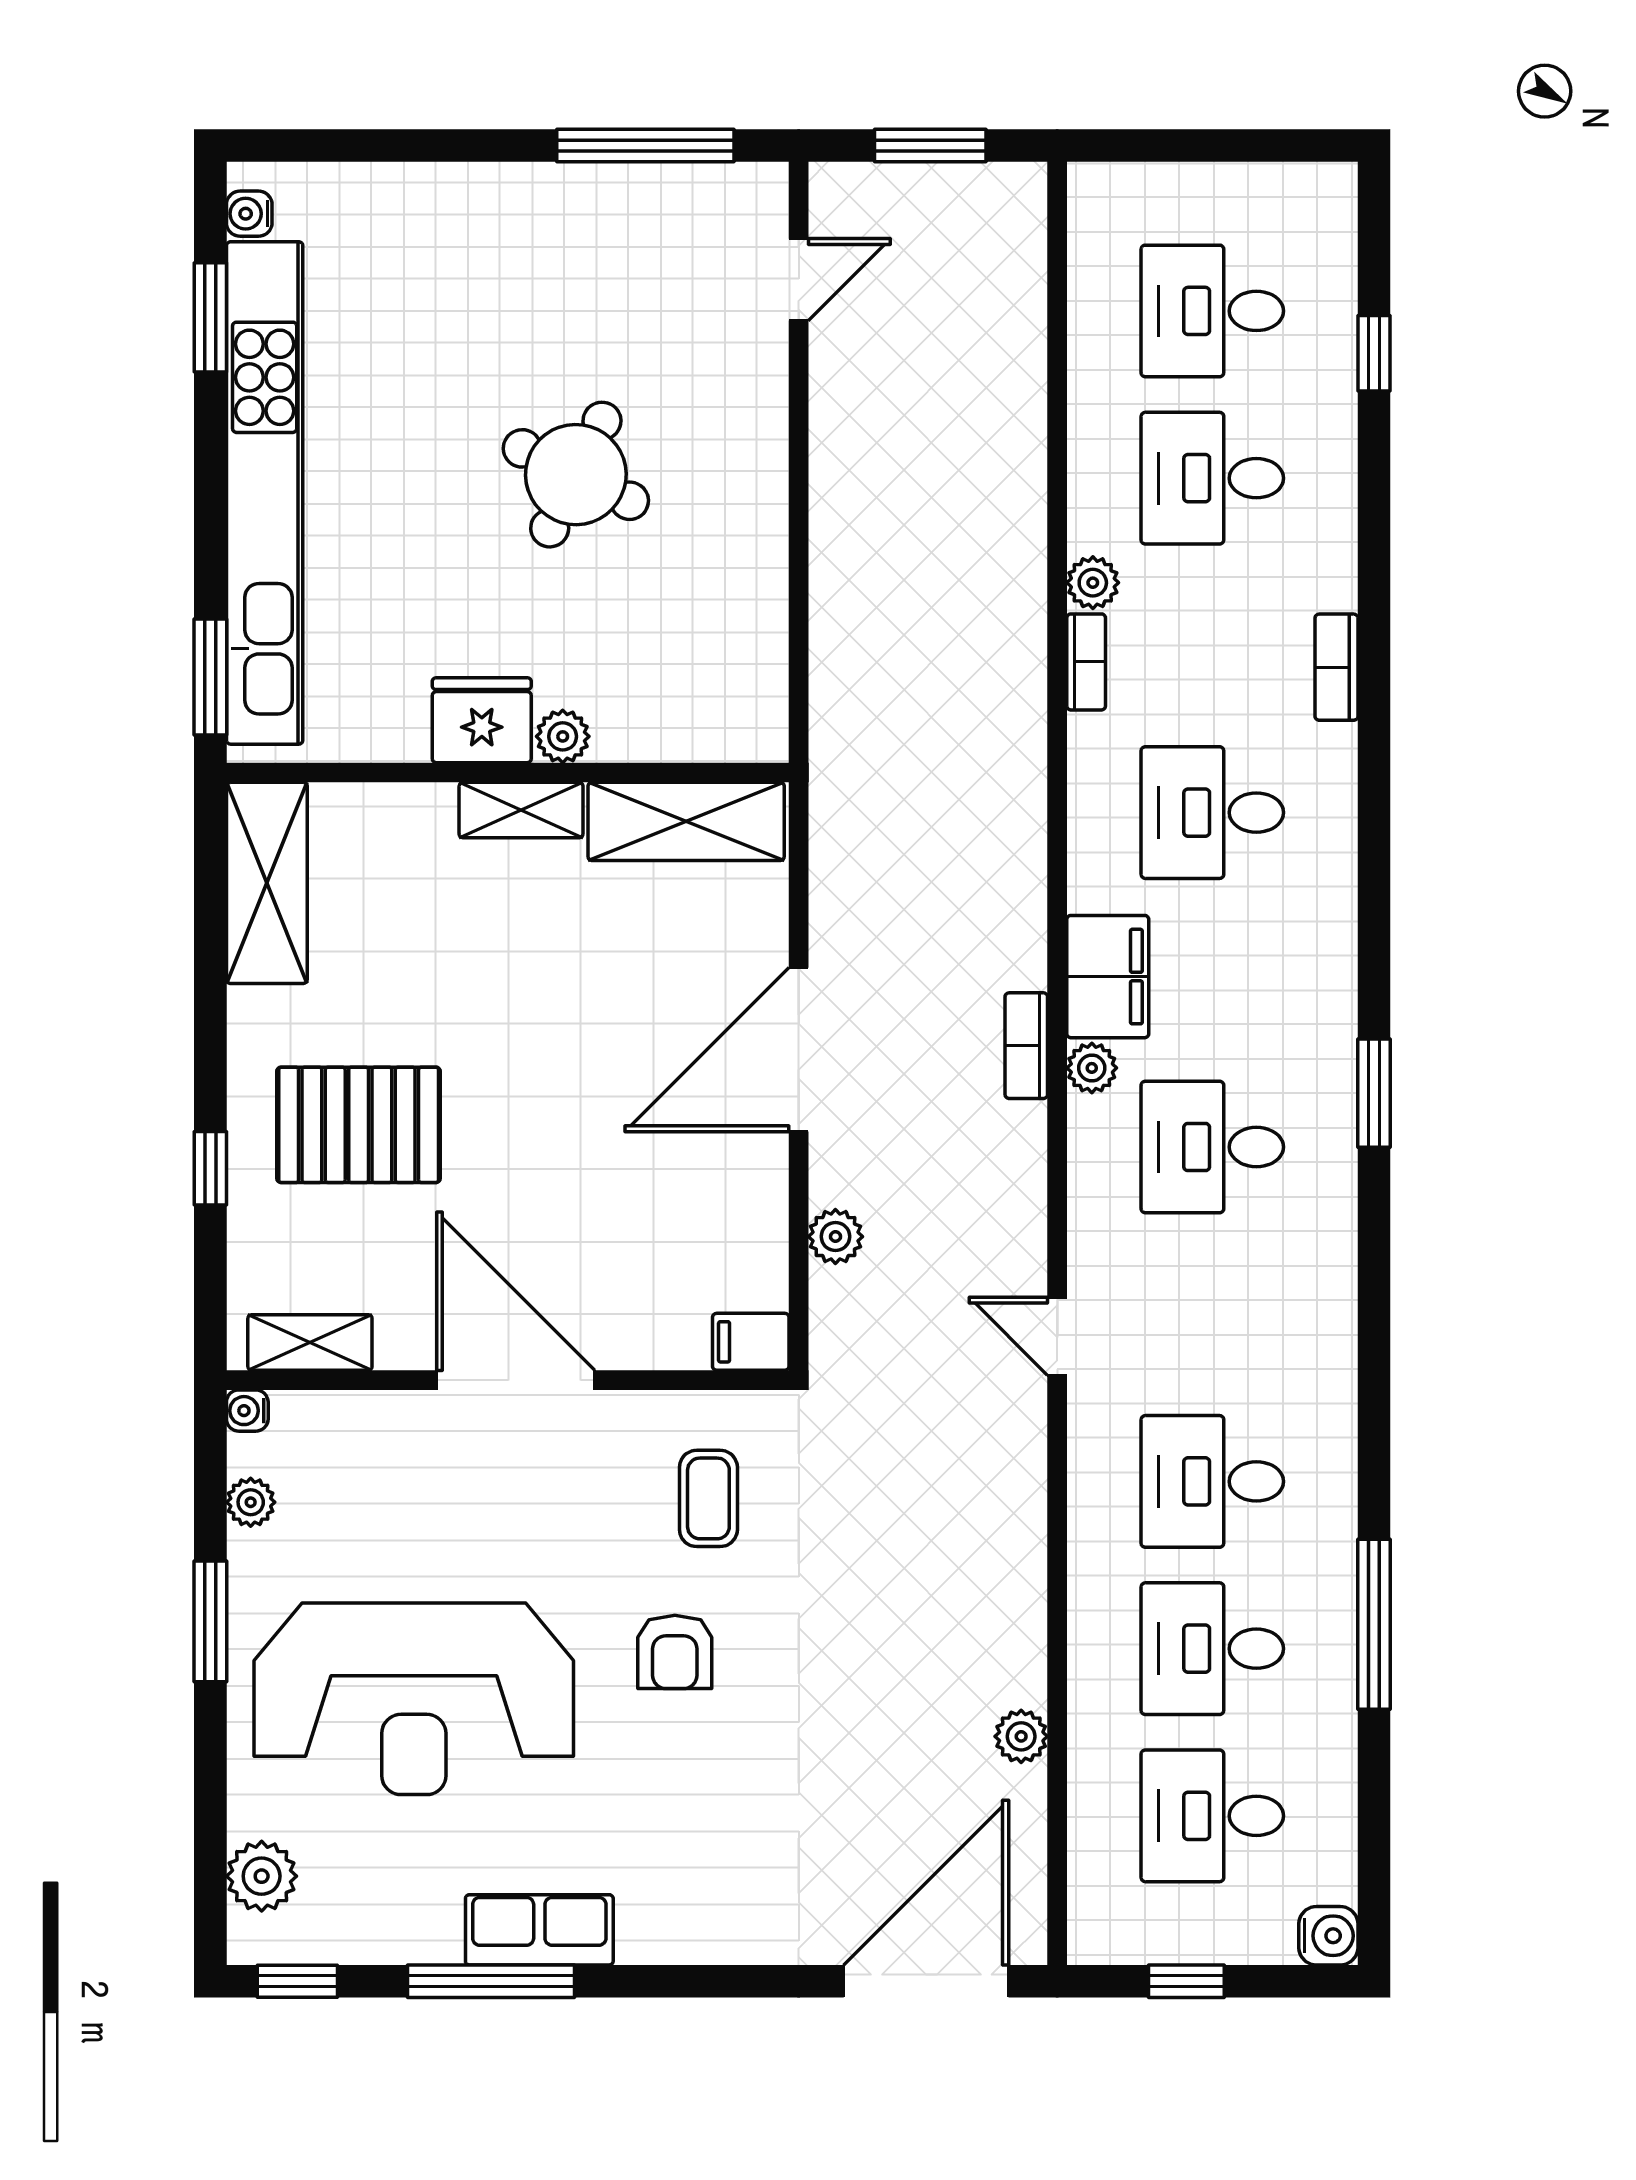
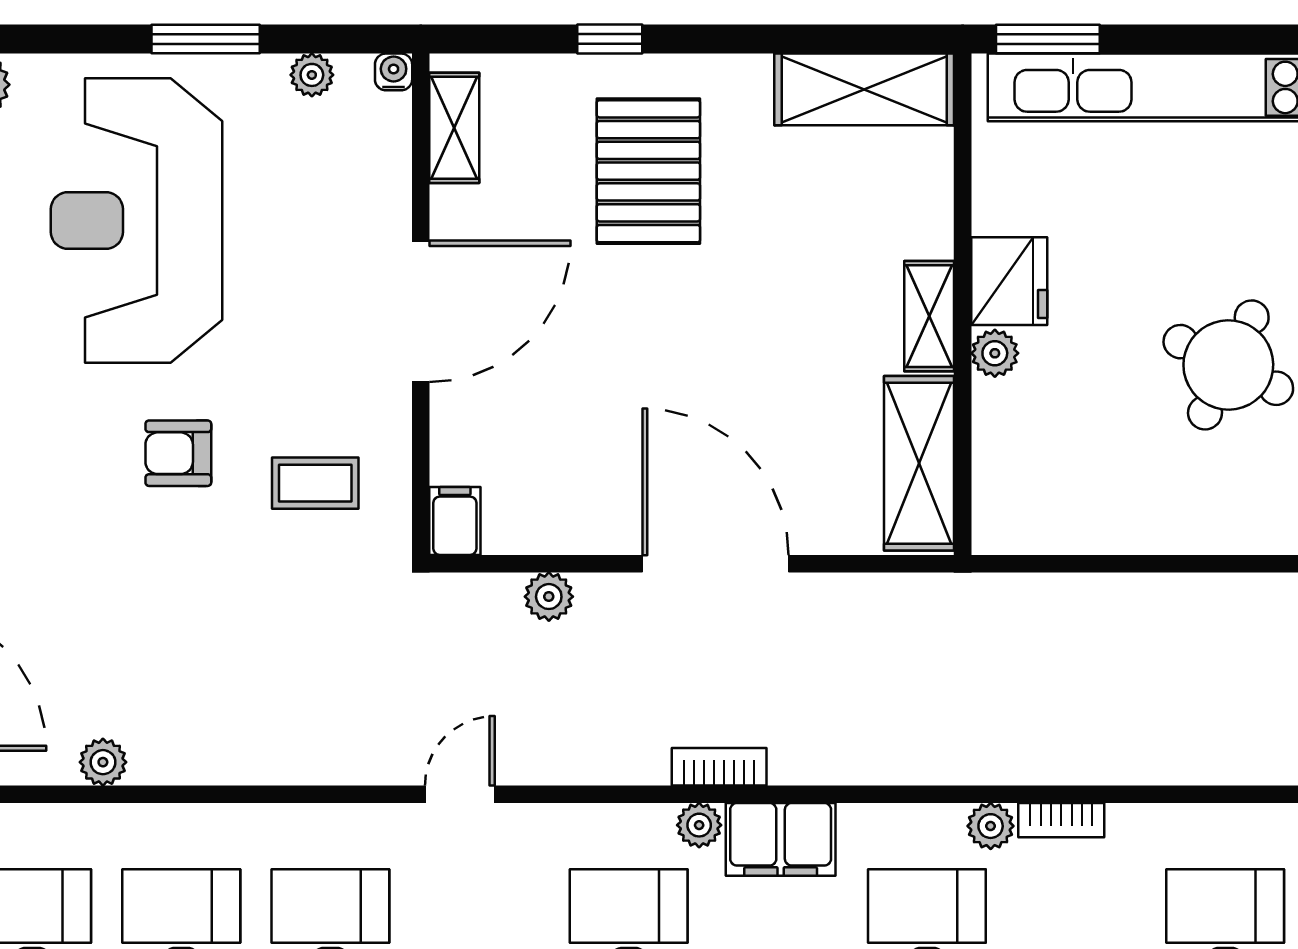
plant: (1093, 583) -> (991, 826), moved

